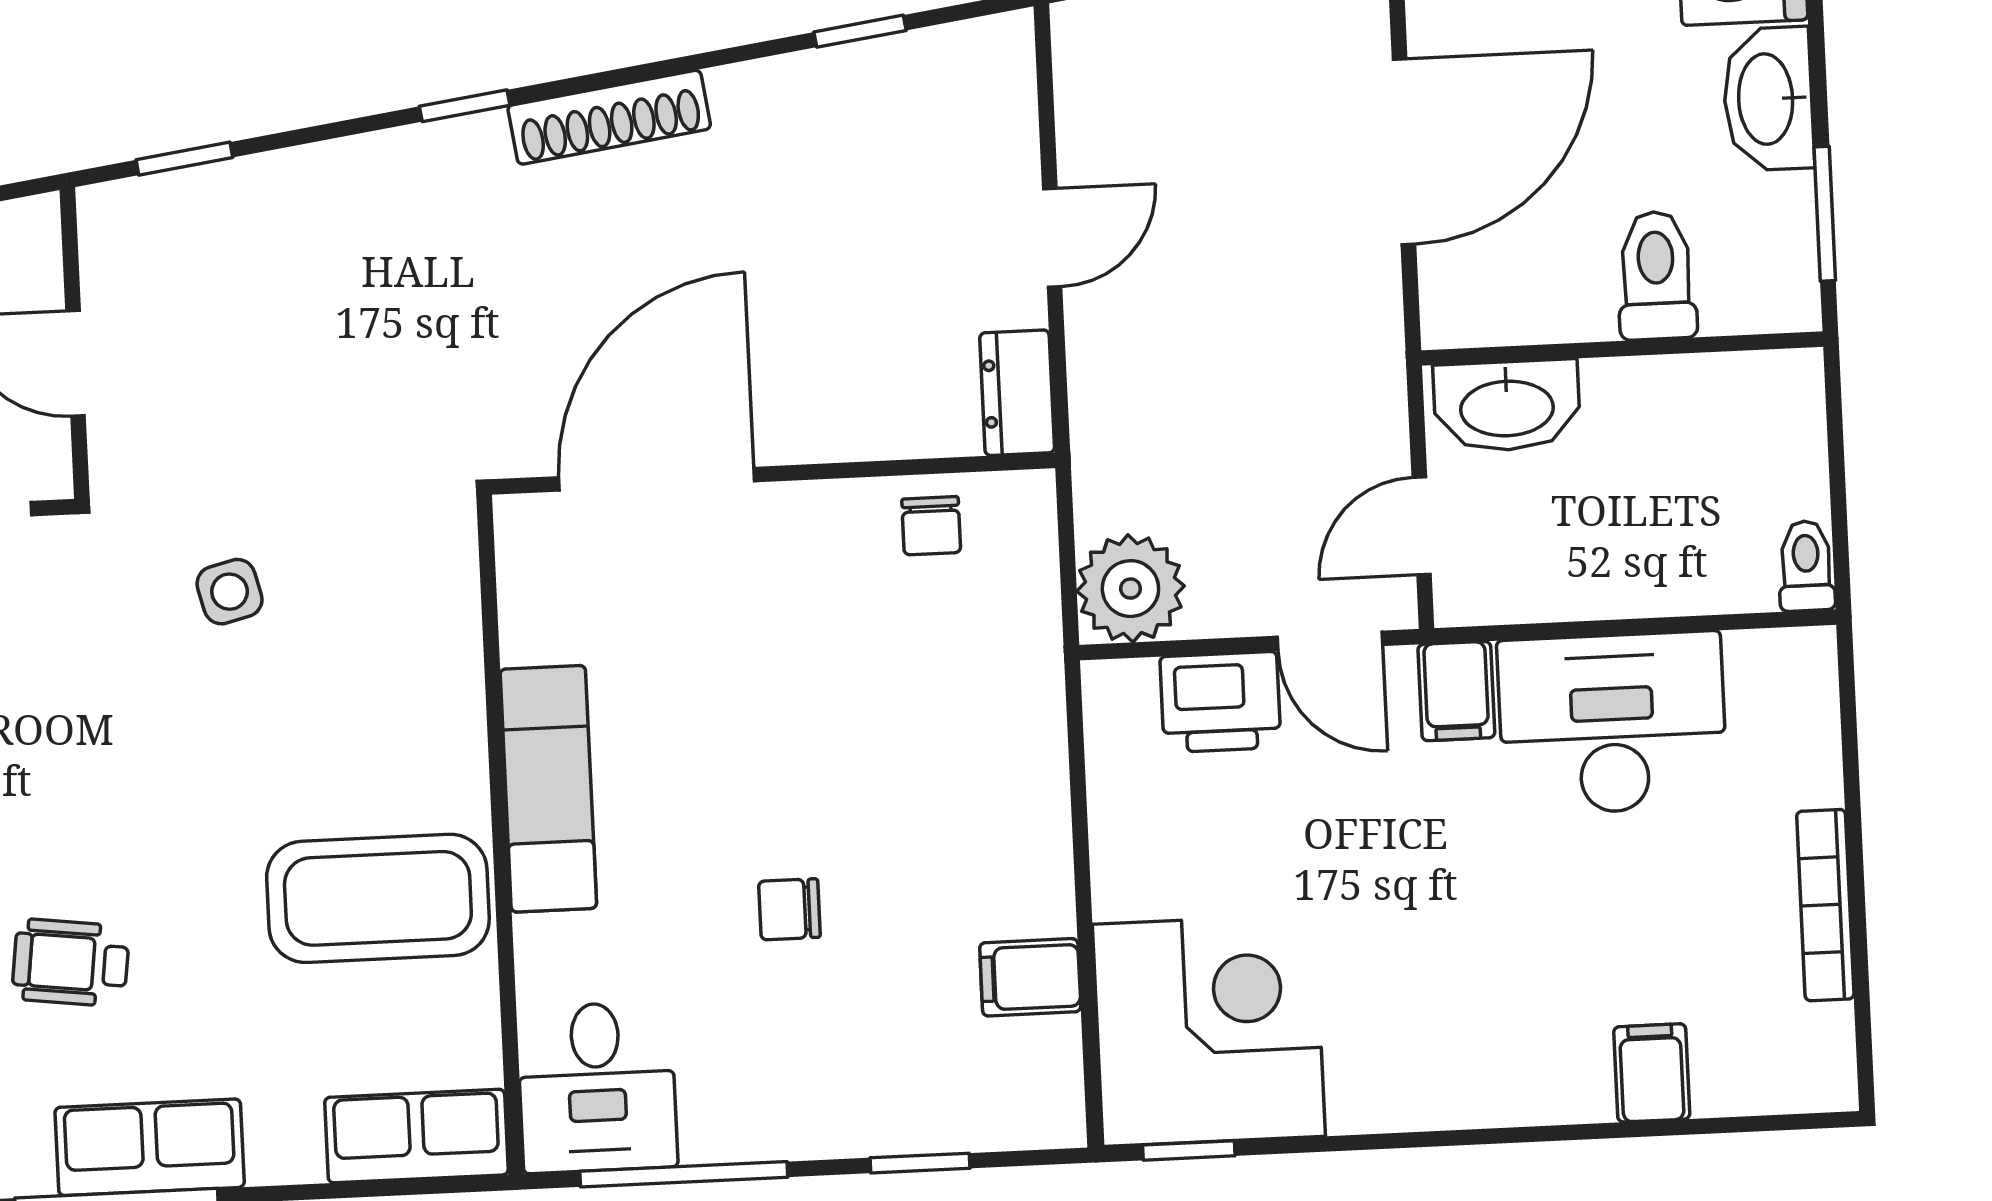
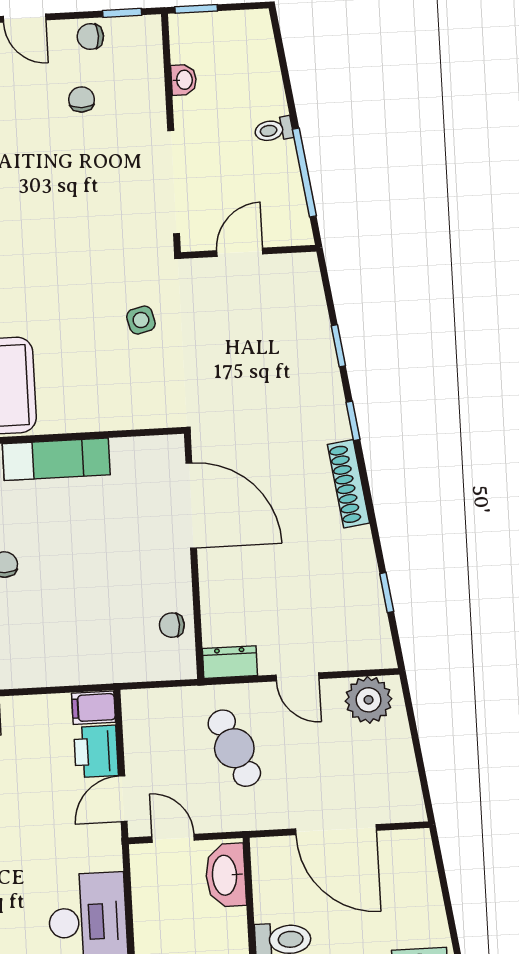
window: (184, 159) -> (338, 346), moved
cafe table: (1215, 384) -> (234, 748), added
plant: (1130, 589) -> (369, 700), moved
filing cabinet: (1456, 691) -> (94, 708), moved

